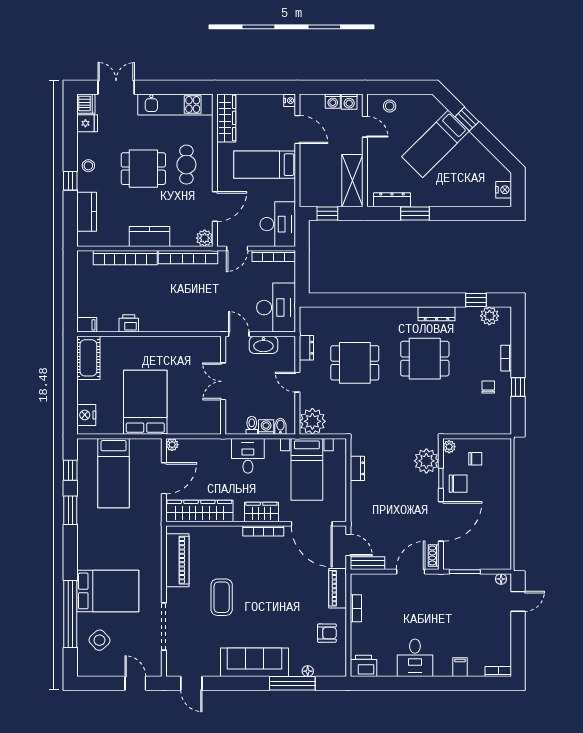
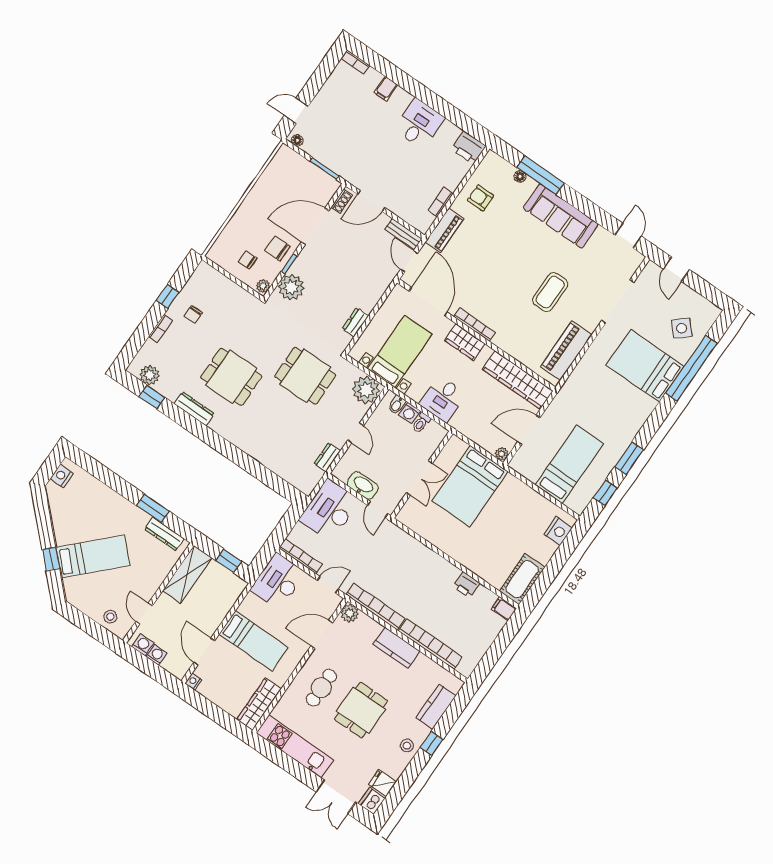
dining table: (143, 169) -> (361, 710), turned 90
dining table: (355, 363) -> (305, 376), moved
bed: (145, 402) -> (470, 486), moved

